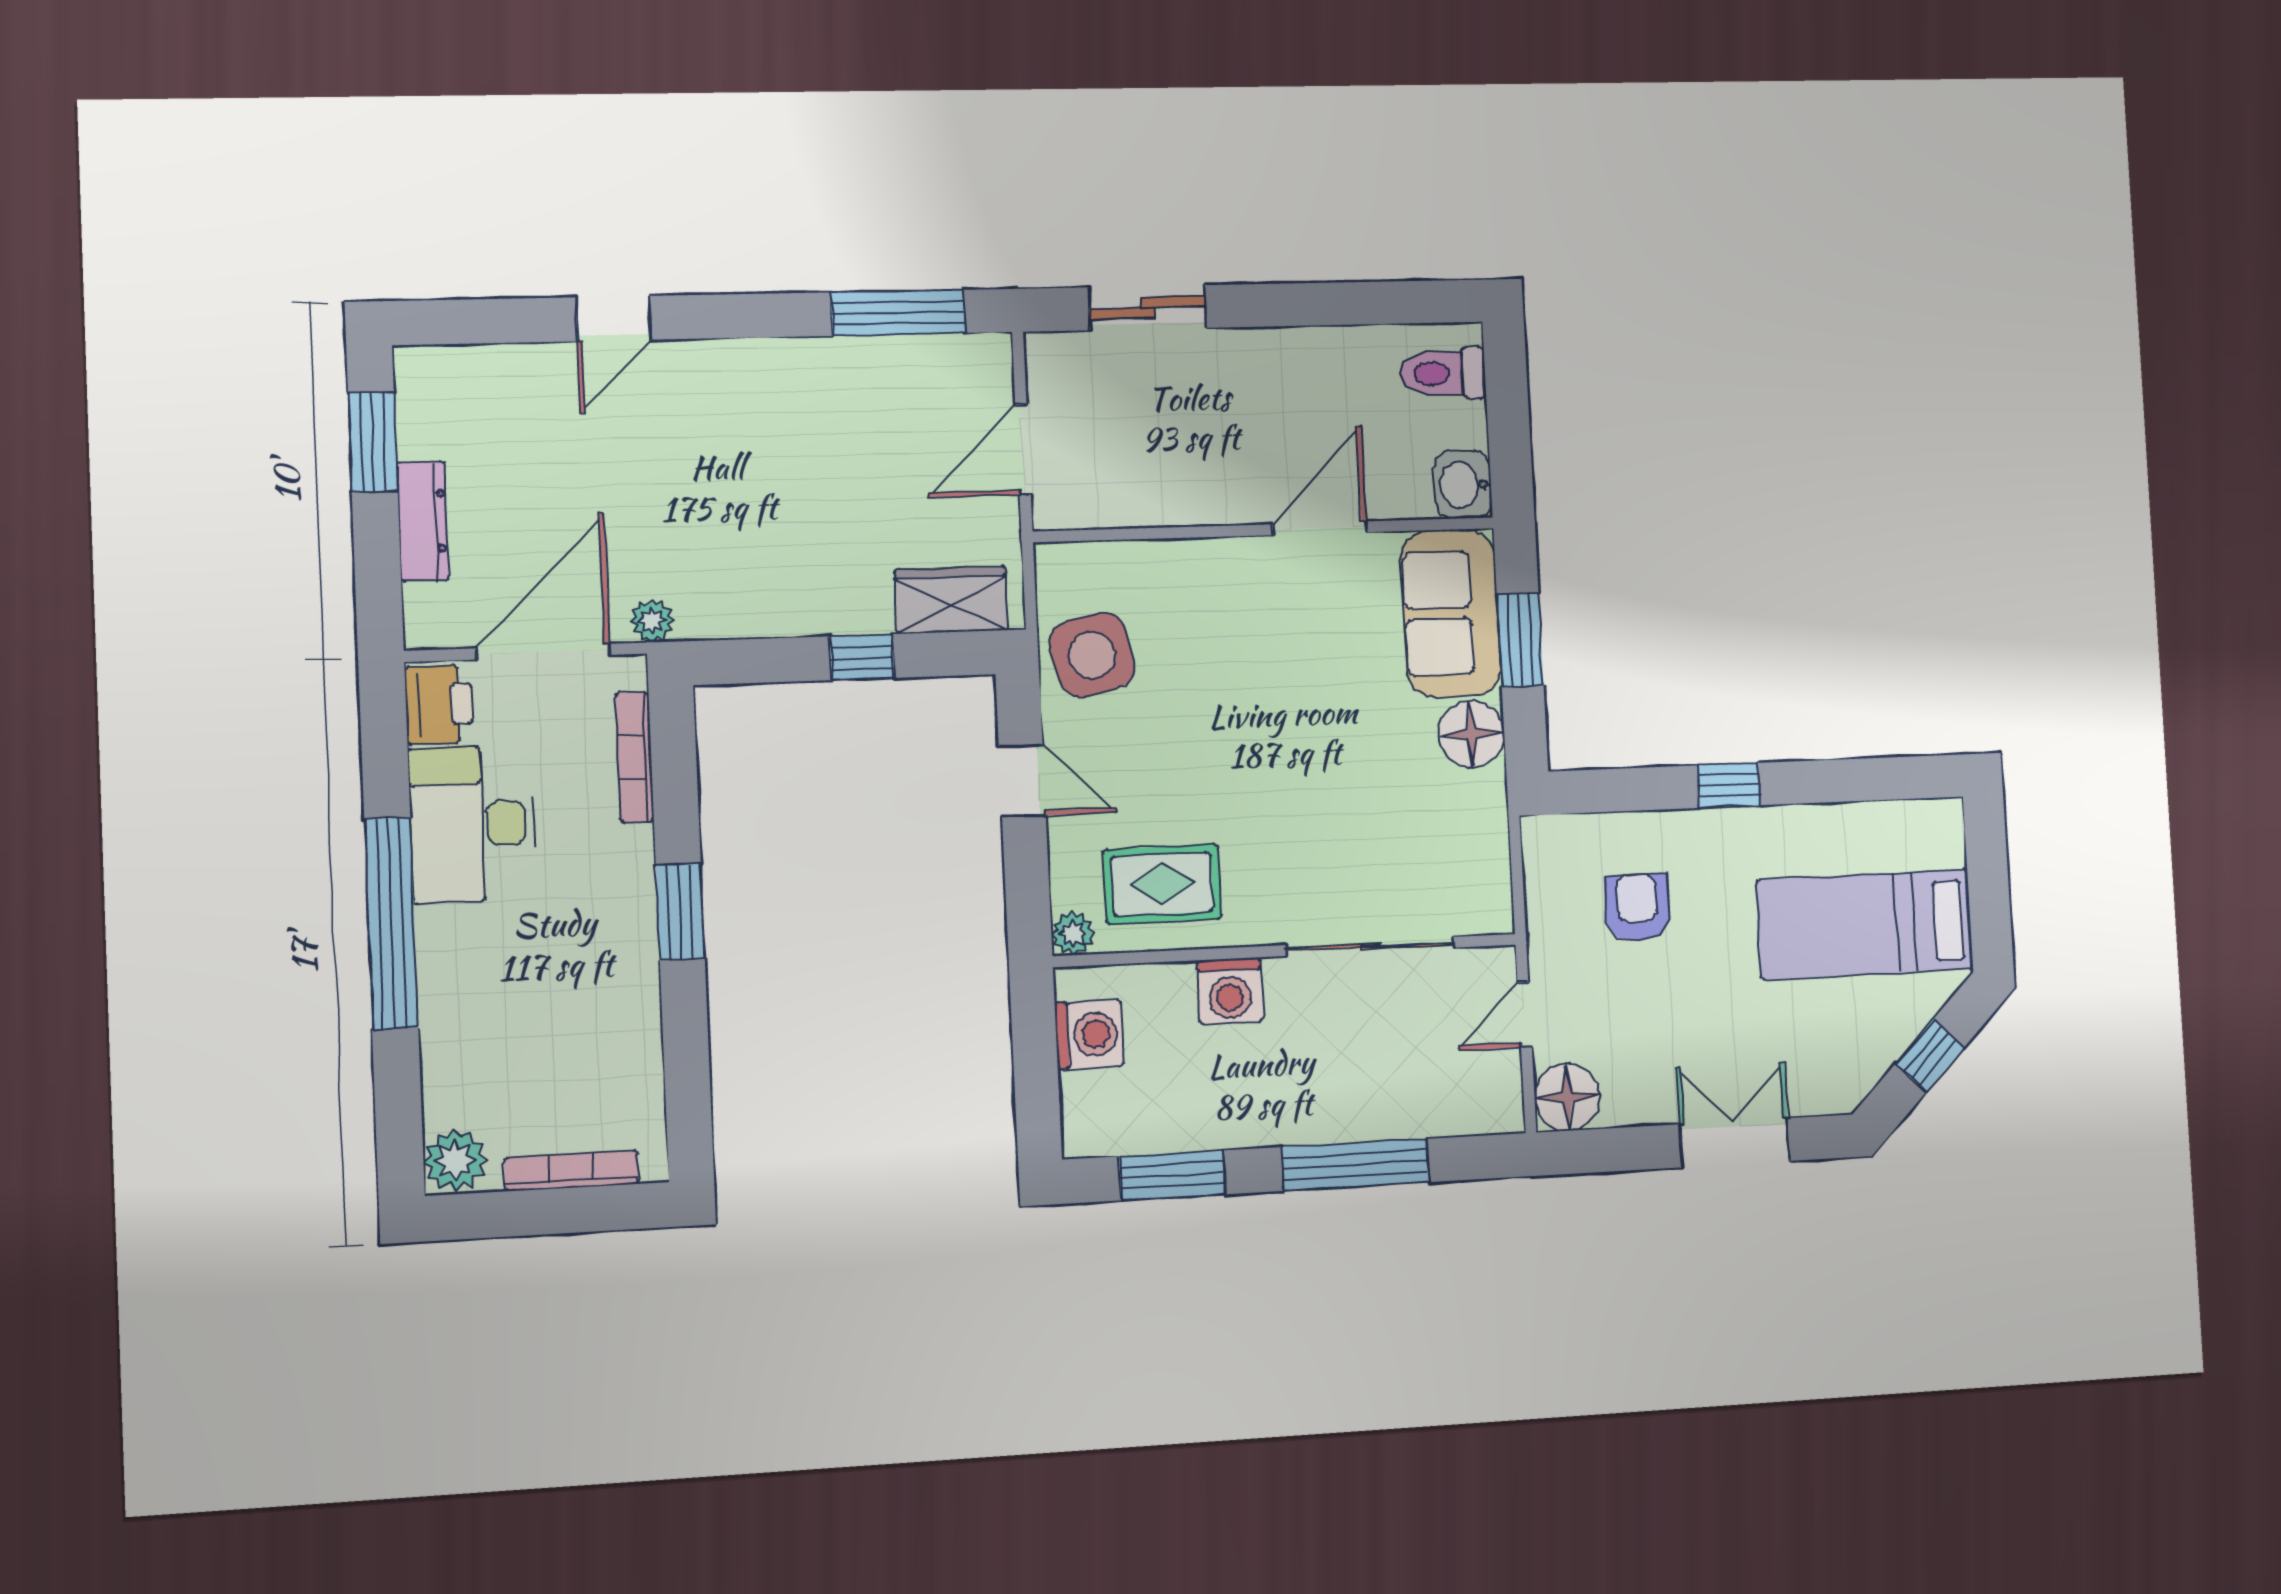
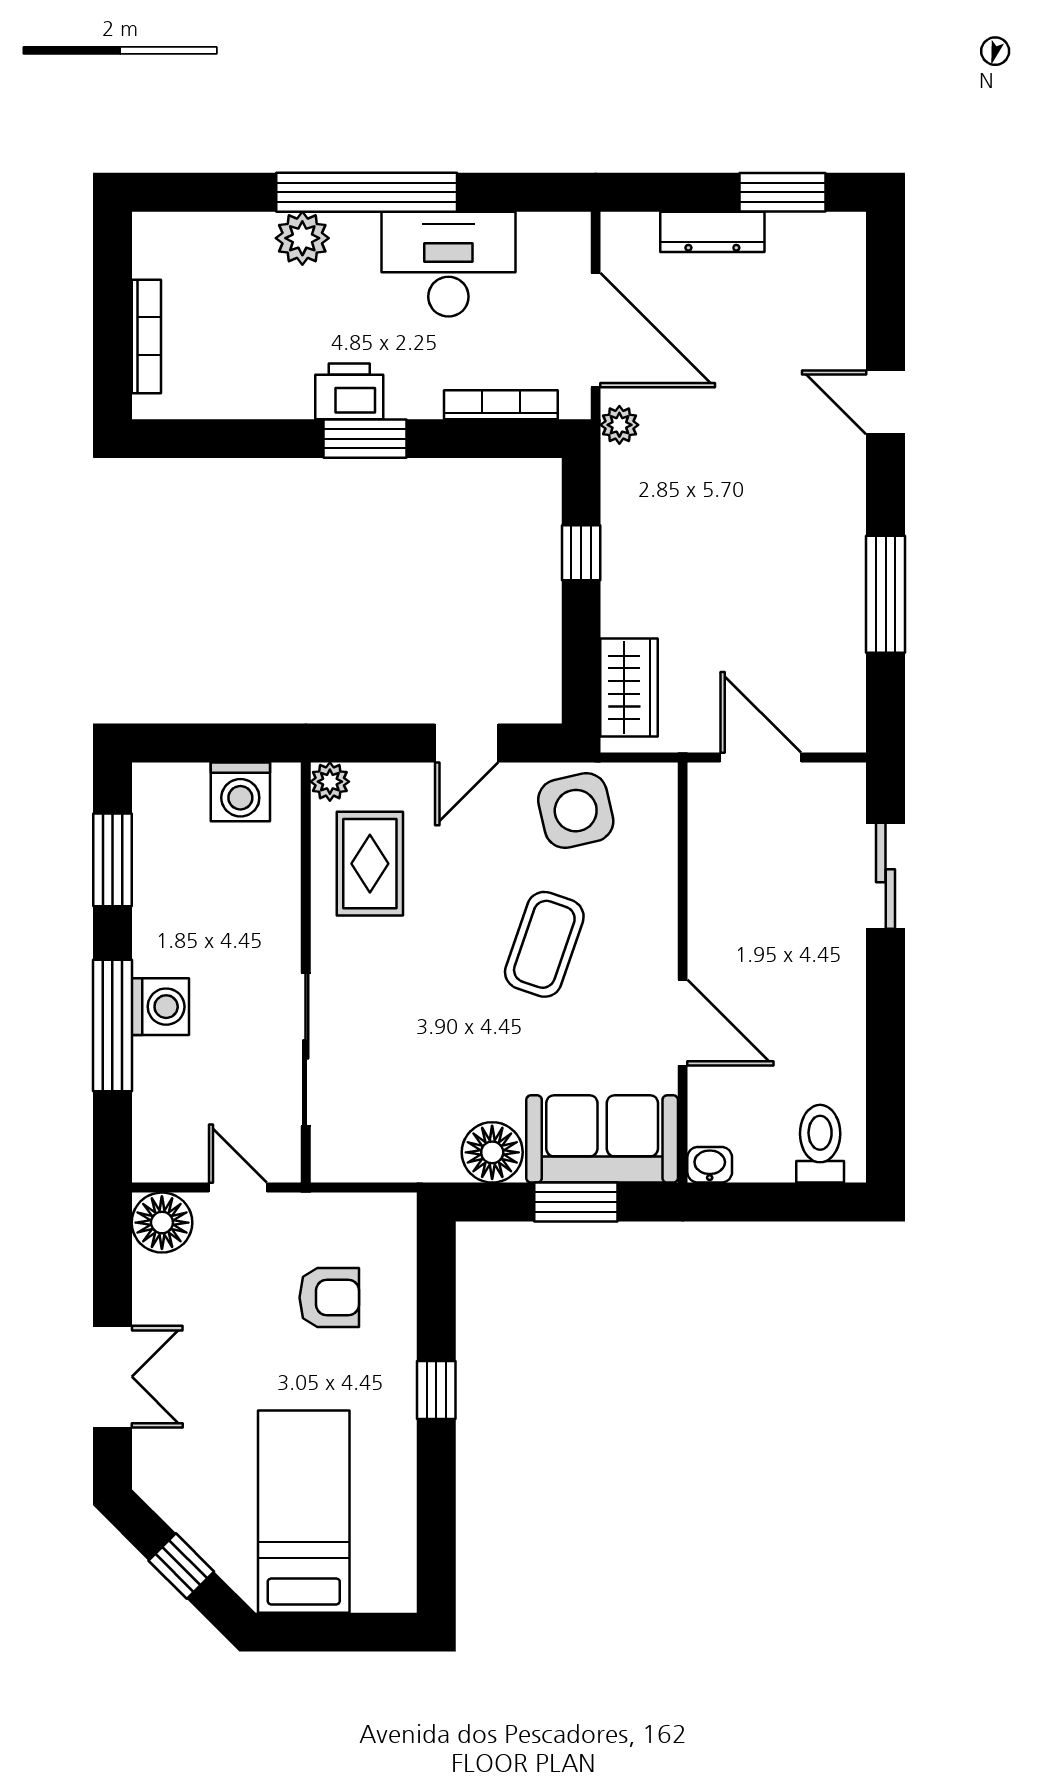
window: (898, 313) -> (886, 594), moved
washbasin: (1463, 485) -> (710, 1165), width x0.72, depth x0.69
window: (862, 657) -> (581, 553), moved
coffee table: (1242, 685) -> (544, 944), added
printer: (439, 705) -> (349, 391), moved, turned 180
washing machine: (1230, 991) -> (160, 1007), moved, turned 180
plant: (455, 1160) -> (302, 238), moved

